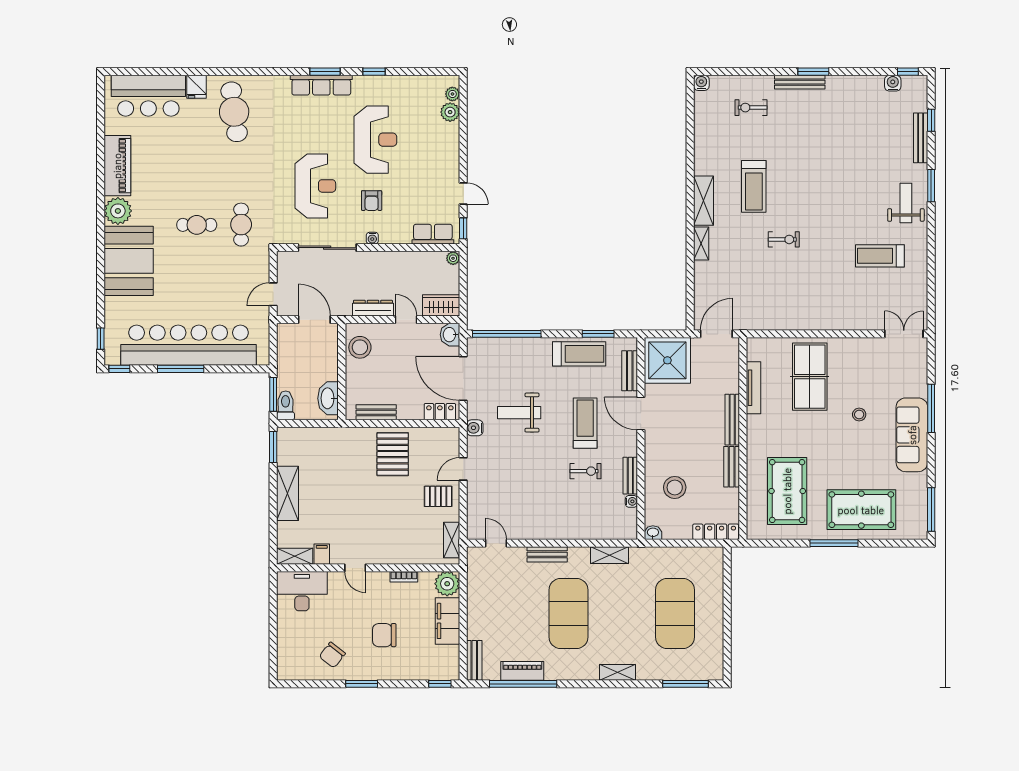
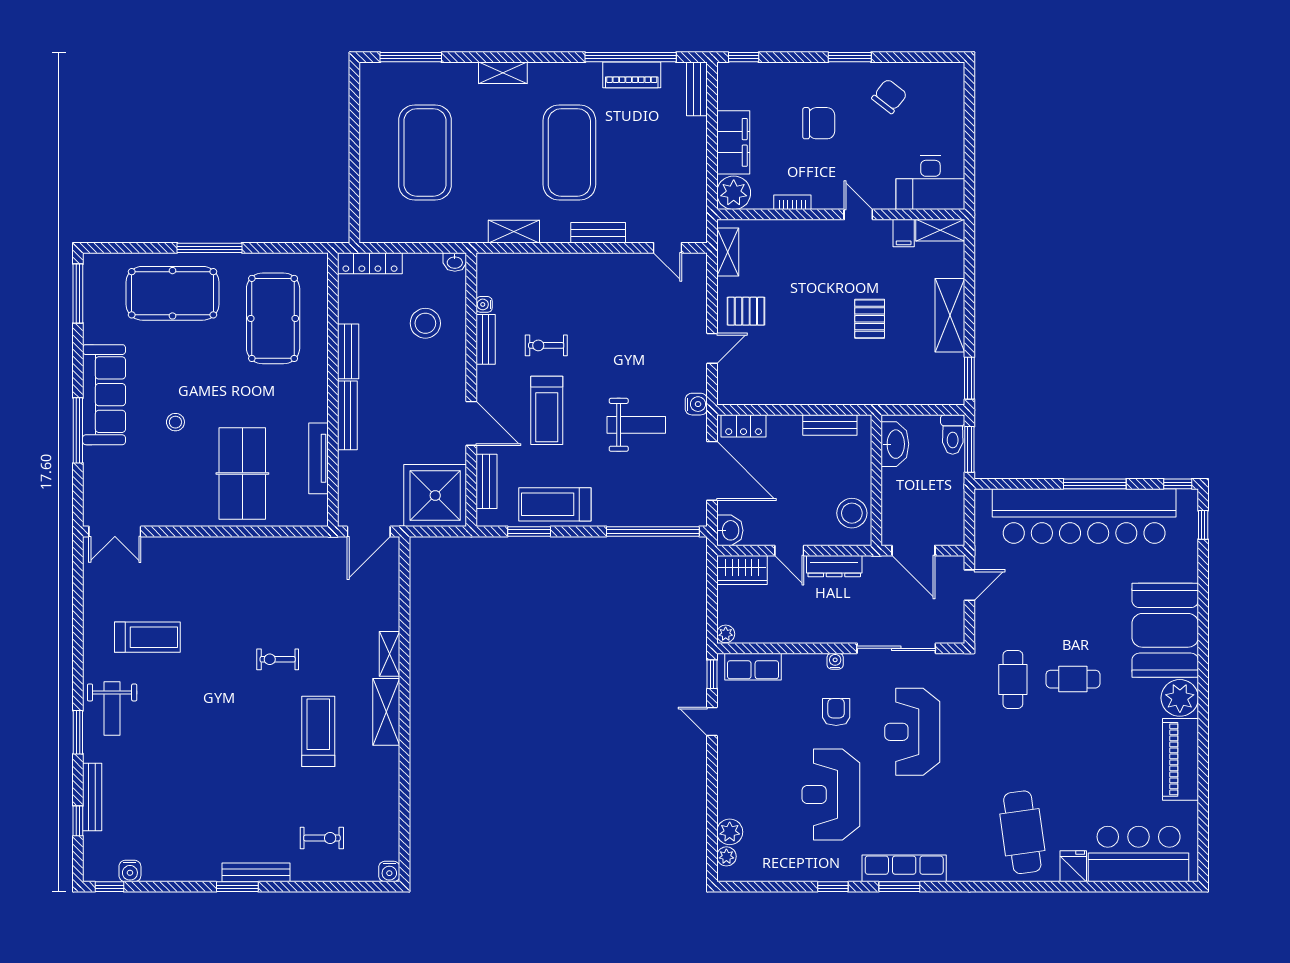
pallet: (393, 454) -> (870, 319), moved, width x0.67, depth x0.71

